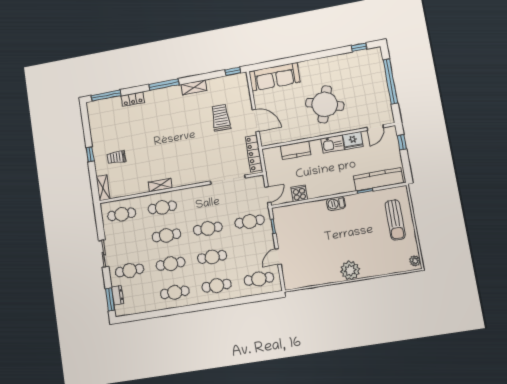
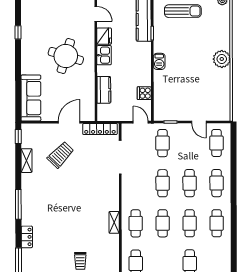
window: (359, 47) -> (18, 32), moved
shelving: (194, 87) -> (27, 161), moved
trolley: (221, 118) -> (61, 155), turned 134

